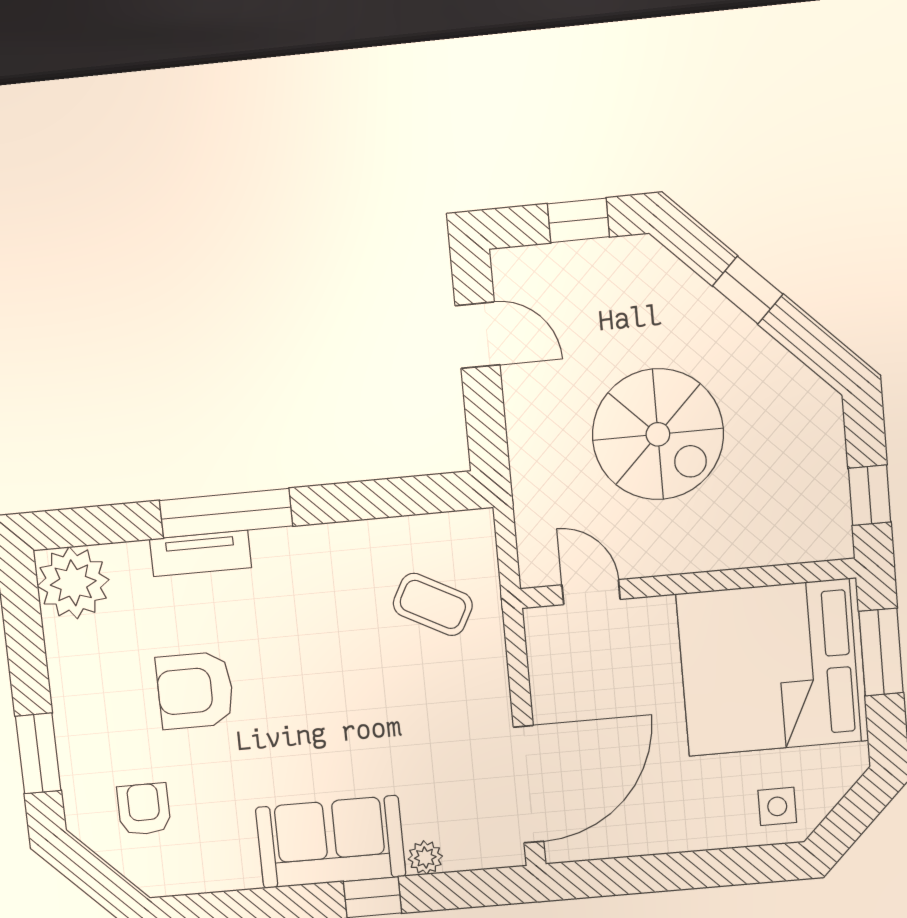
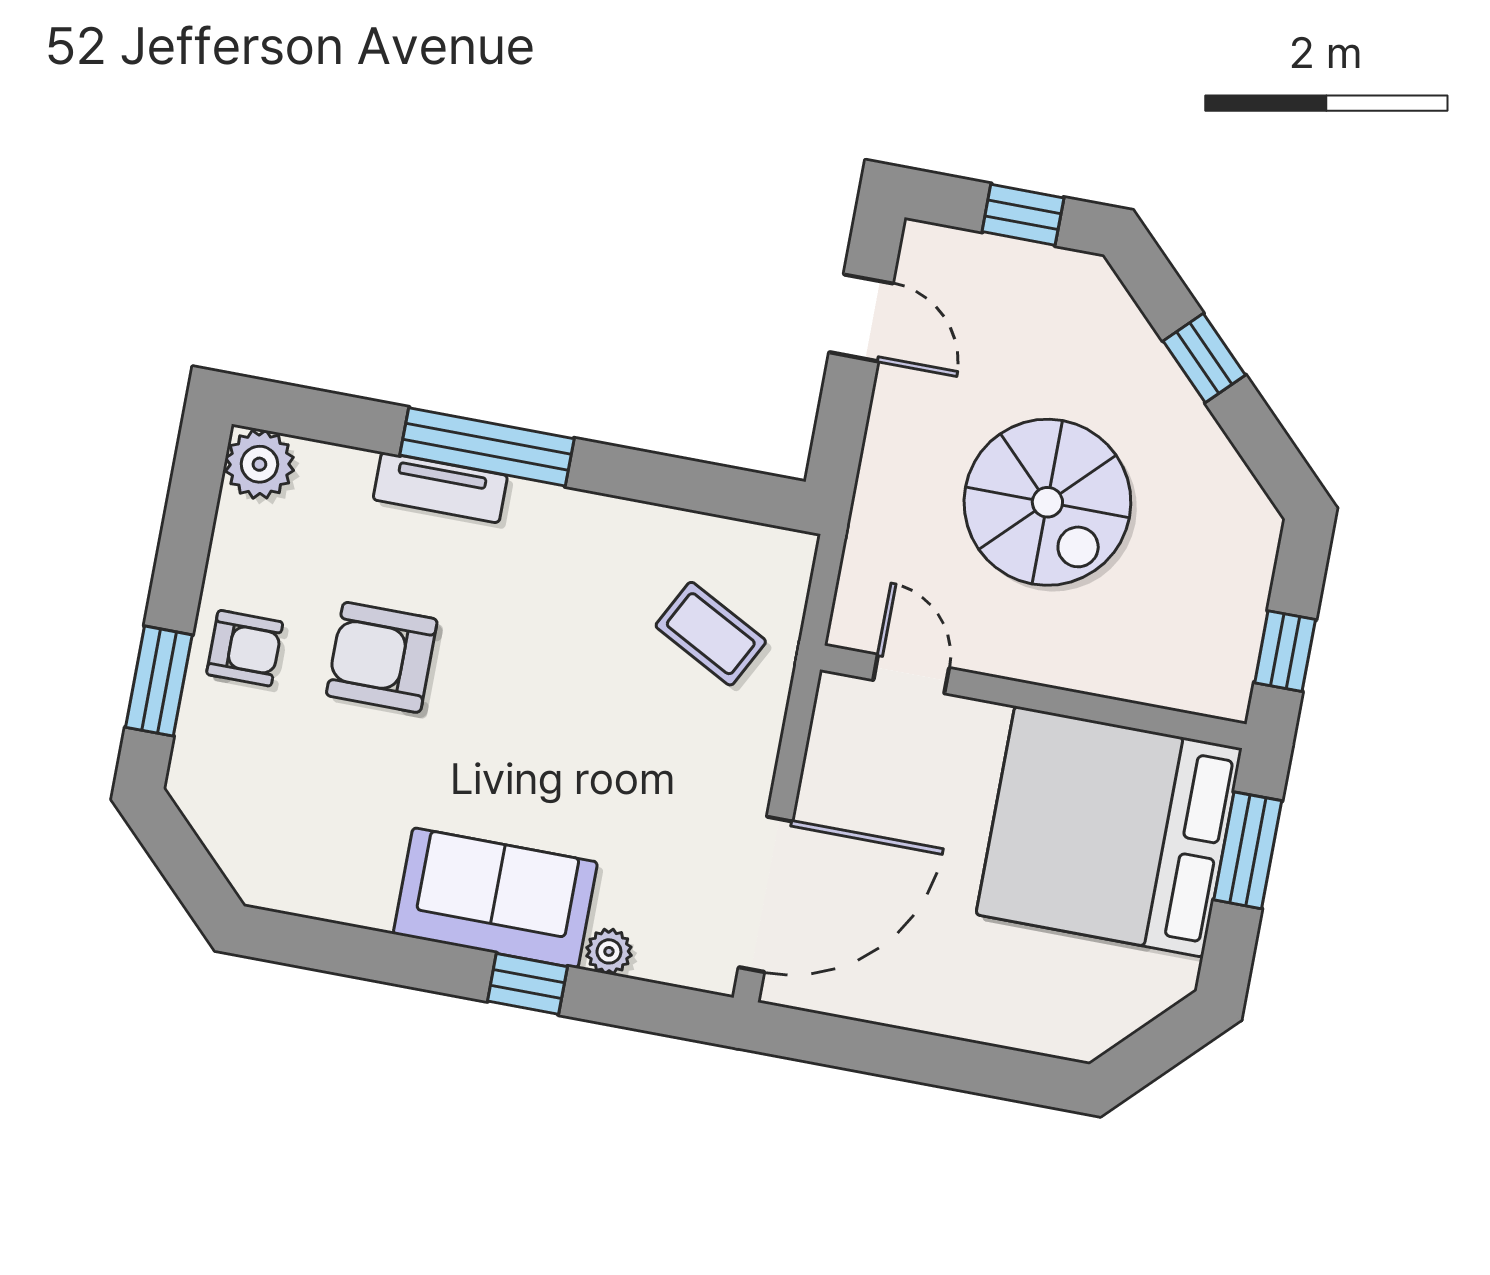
plant: (73, 583) -> (259, 464), width x0.73, depth x0.73
side table: (777, 806) -> (1068, 1009), removed
armchair: (144, 809) -> (245, 648), moved, turned 90

